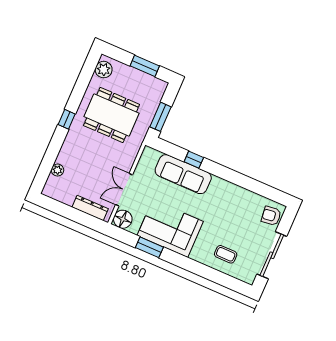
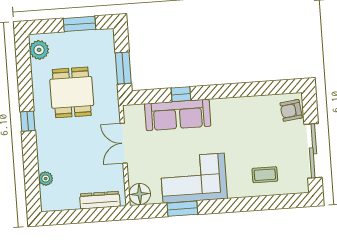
dining table: (112, 115) -> (72, 92), width x0.73
double door: (124, 190) -> (124, 143), moved

